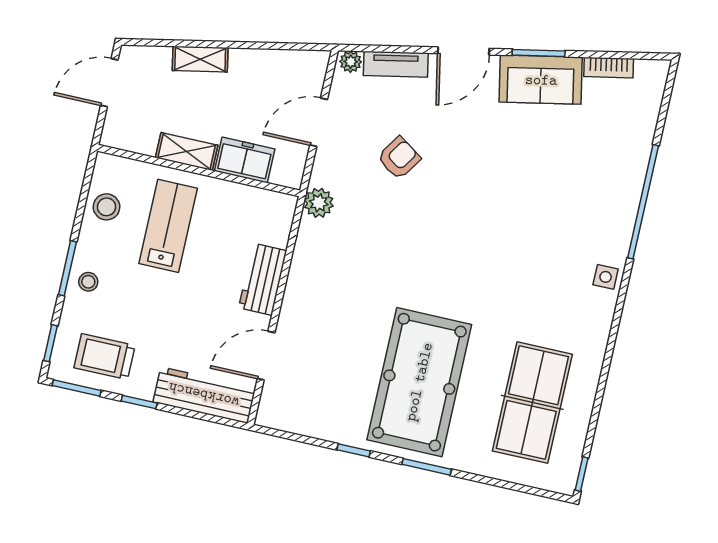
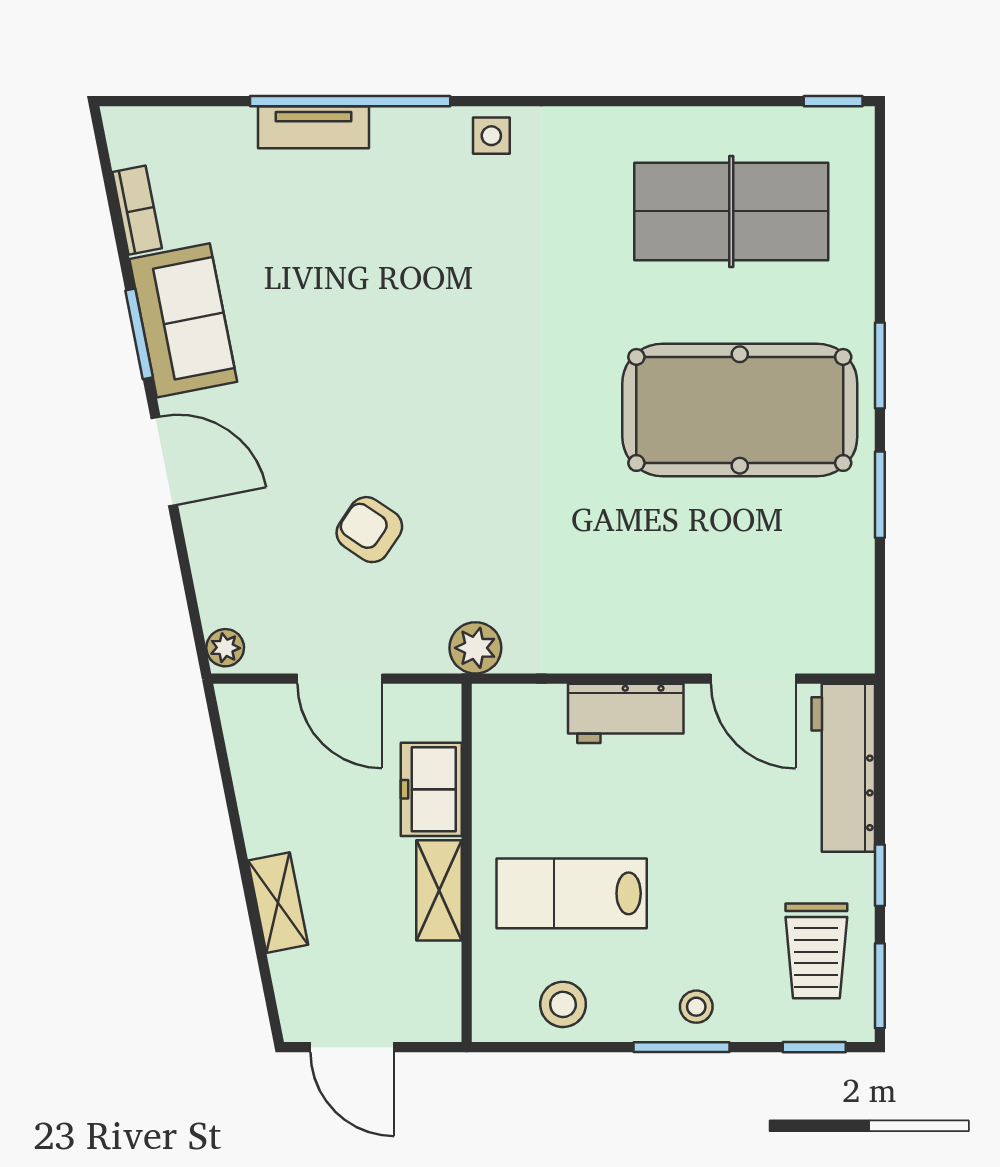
tv unit: (396, 64) -> (314, 127), moved, turned 101
window: (354, 450) -> (880, 495), width x1.50

